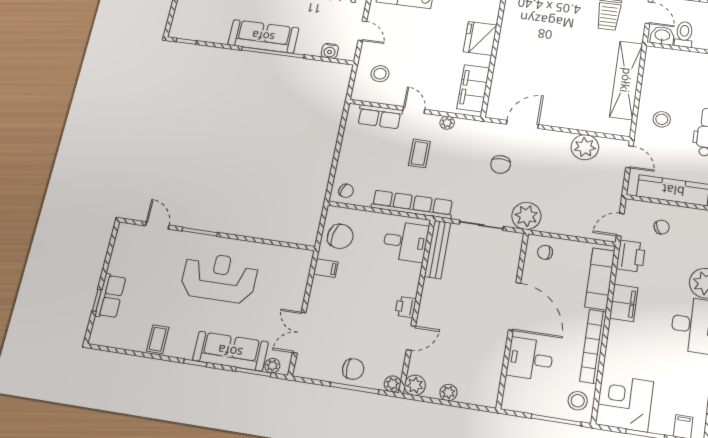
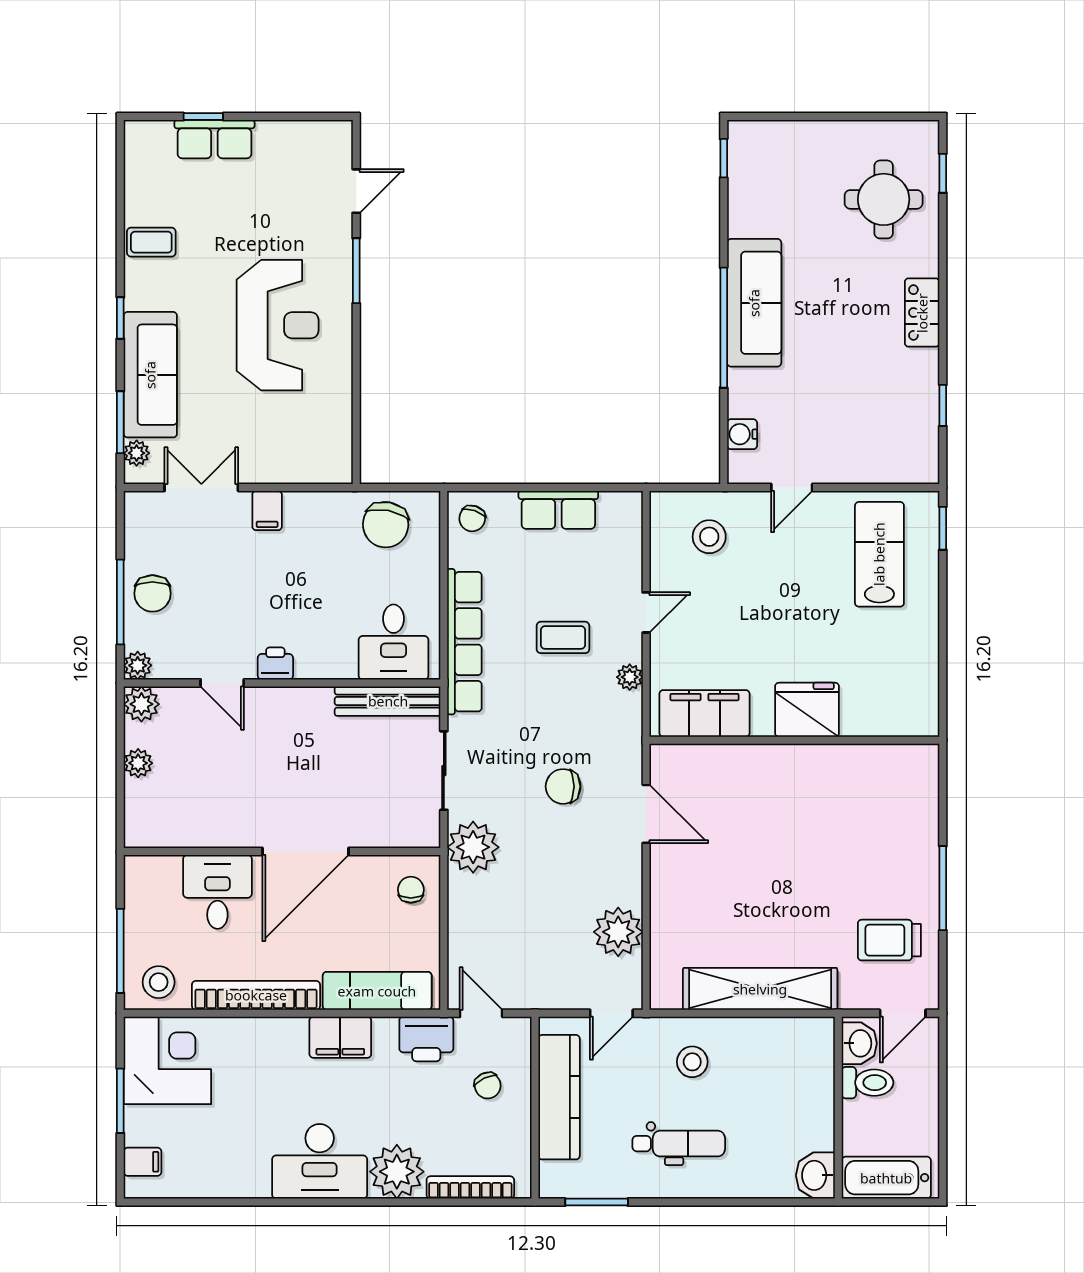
row of seats: (380, 117) -> (558, 510), moved, turned -90
filing cabinet: (326, 268) -> (267, 510), moved

